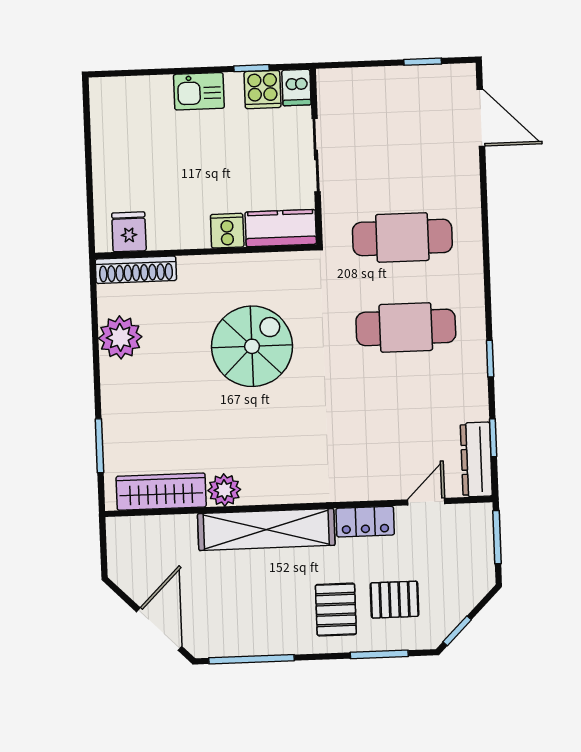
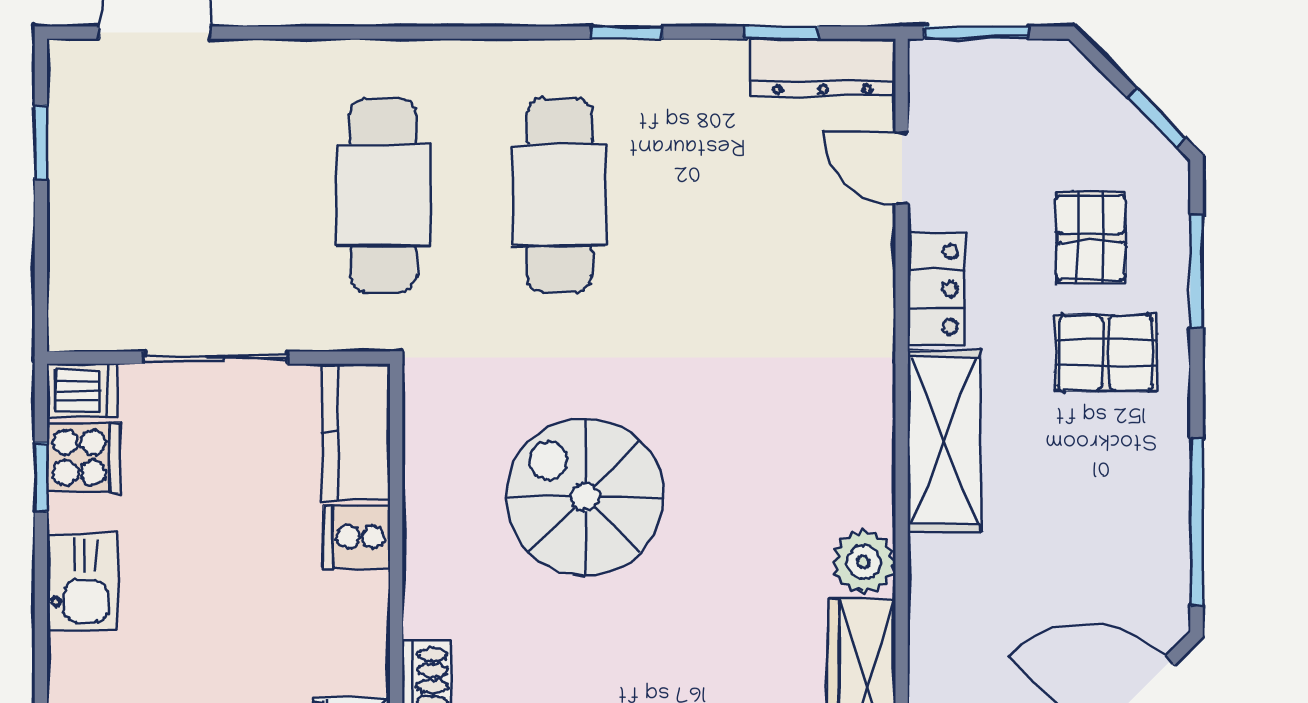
shelving: (266, 529) -> (944, 441), width x0.68

